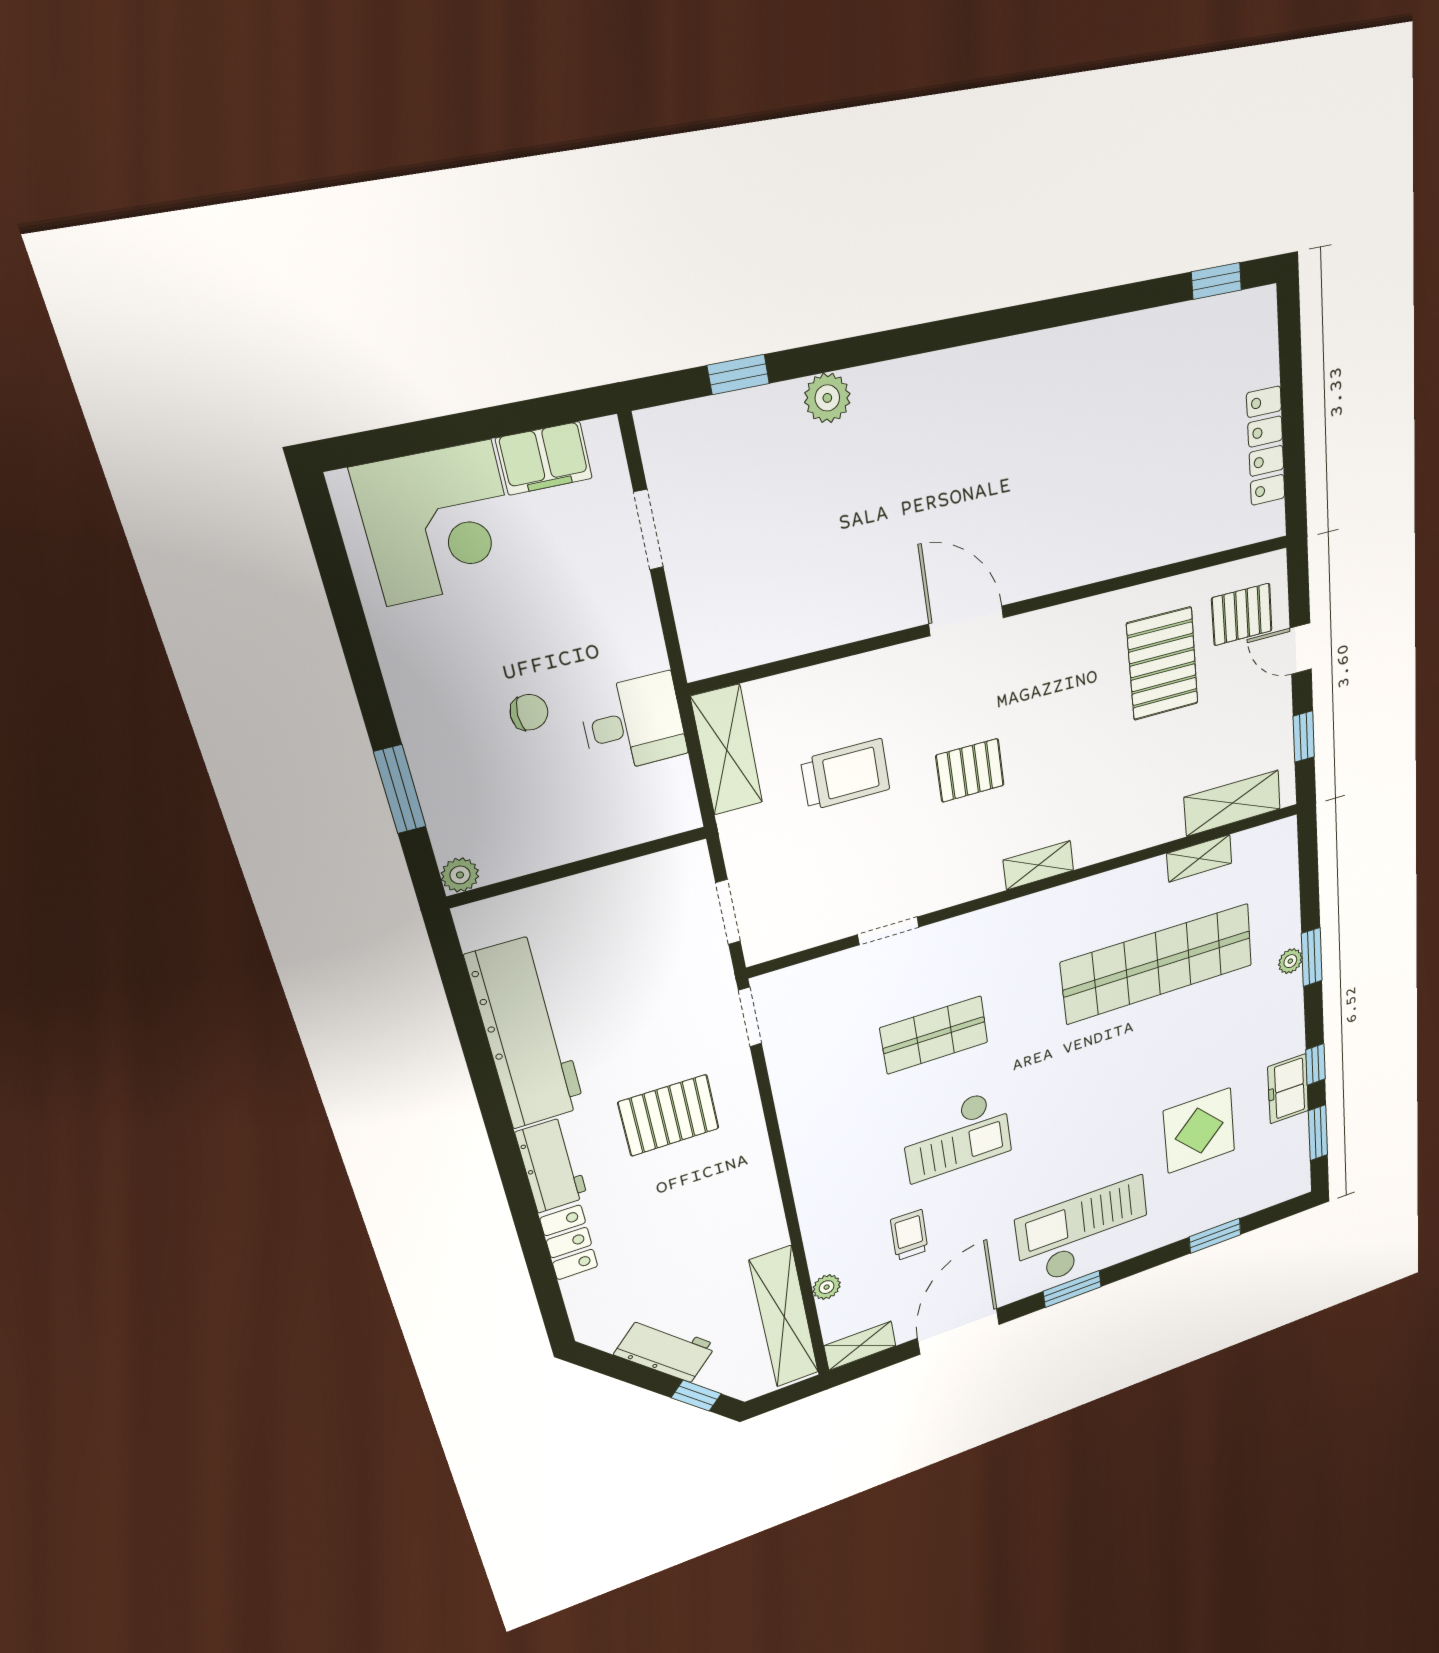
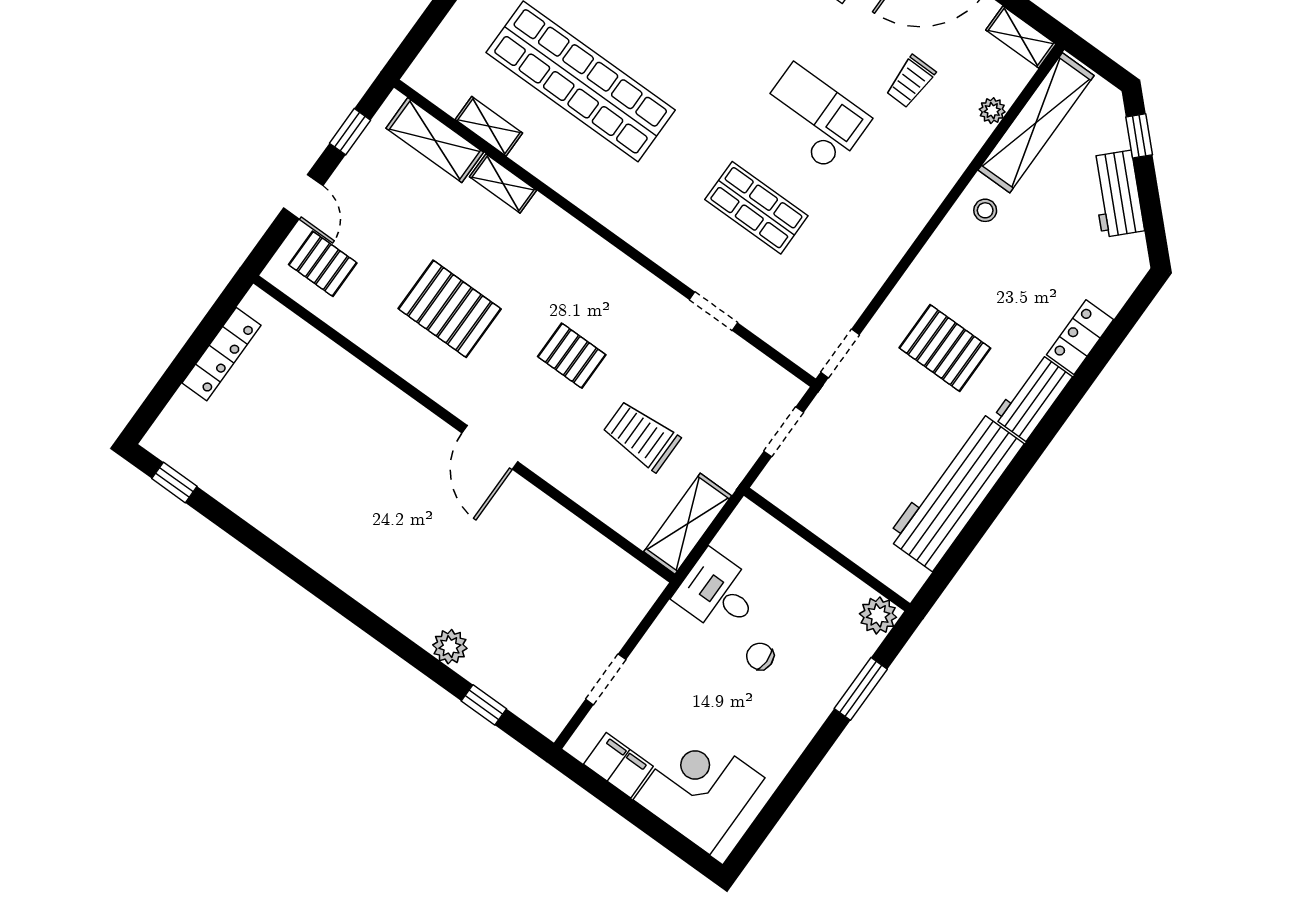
pallet: (1162, 664) -> (450, 309), moved, turned 90
shelving: (1038, 865) -> (503, 183), moved
plant: (460, 875) -> (878, 615), width x1.38, depth x1.38
stool: (754, 1229) -> (985, 210), added

